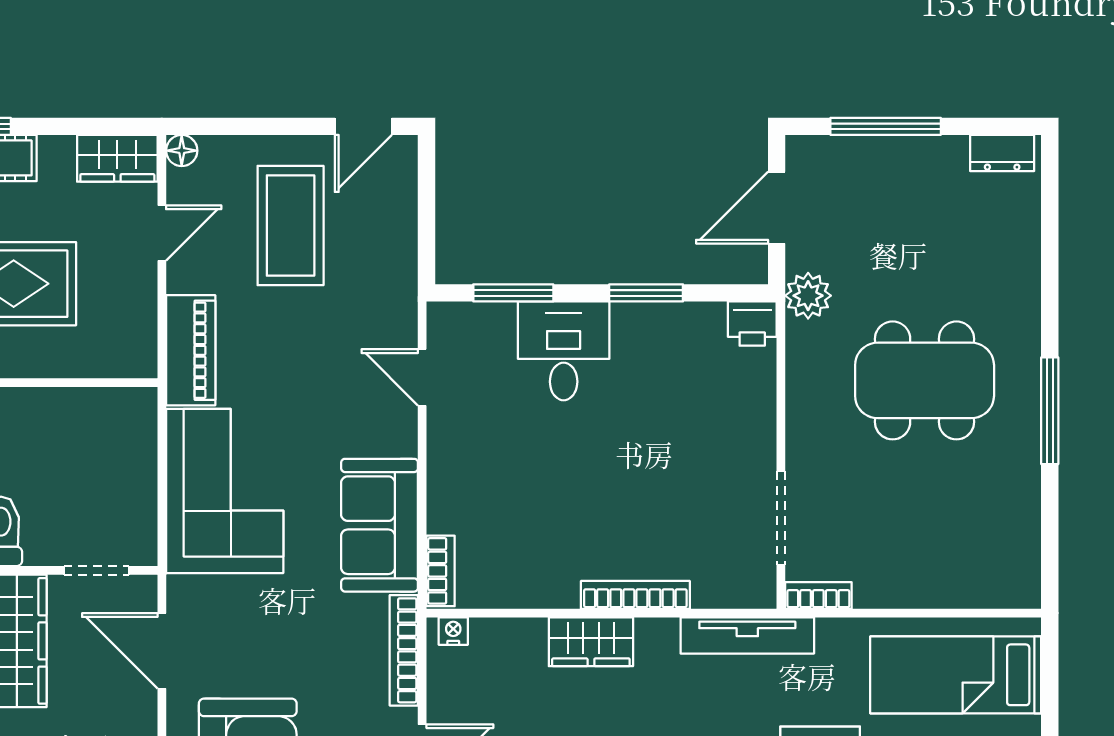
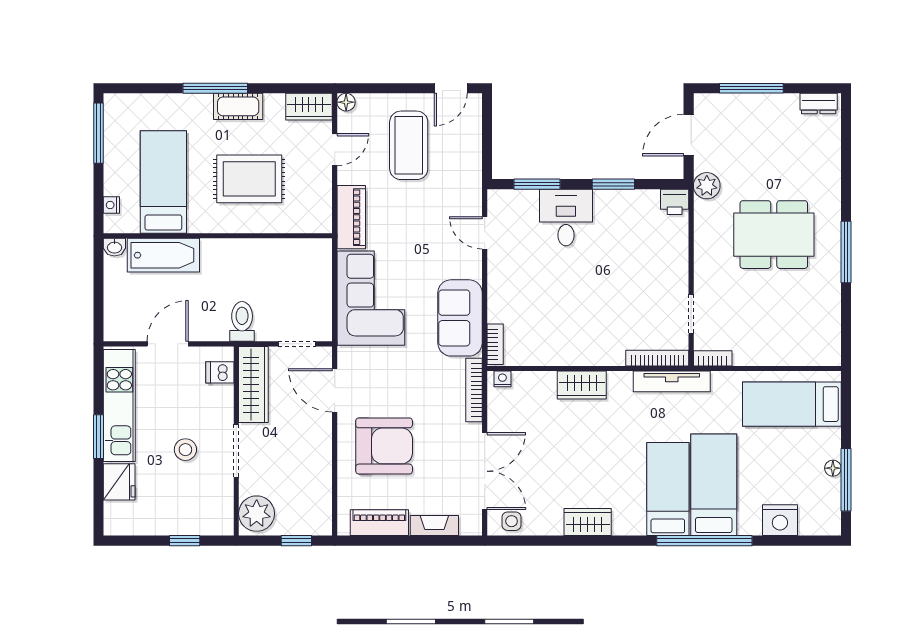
doorway: (781, 518) -> (691, 314), width x0.73
bookcase: (635, 595) -> (657, 358), moved

